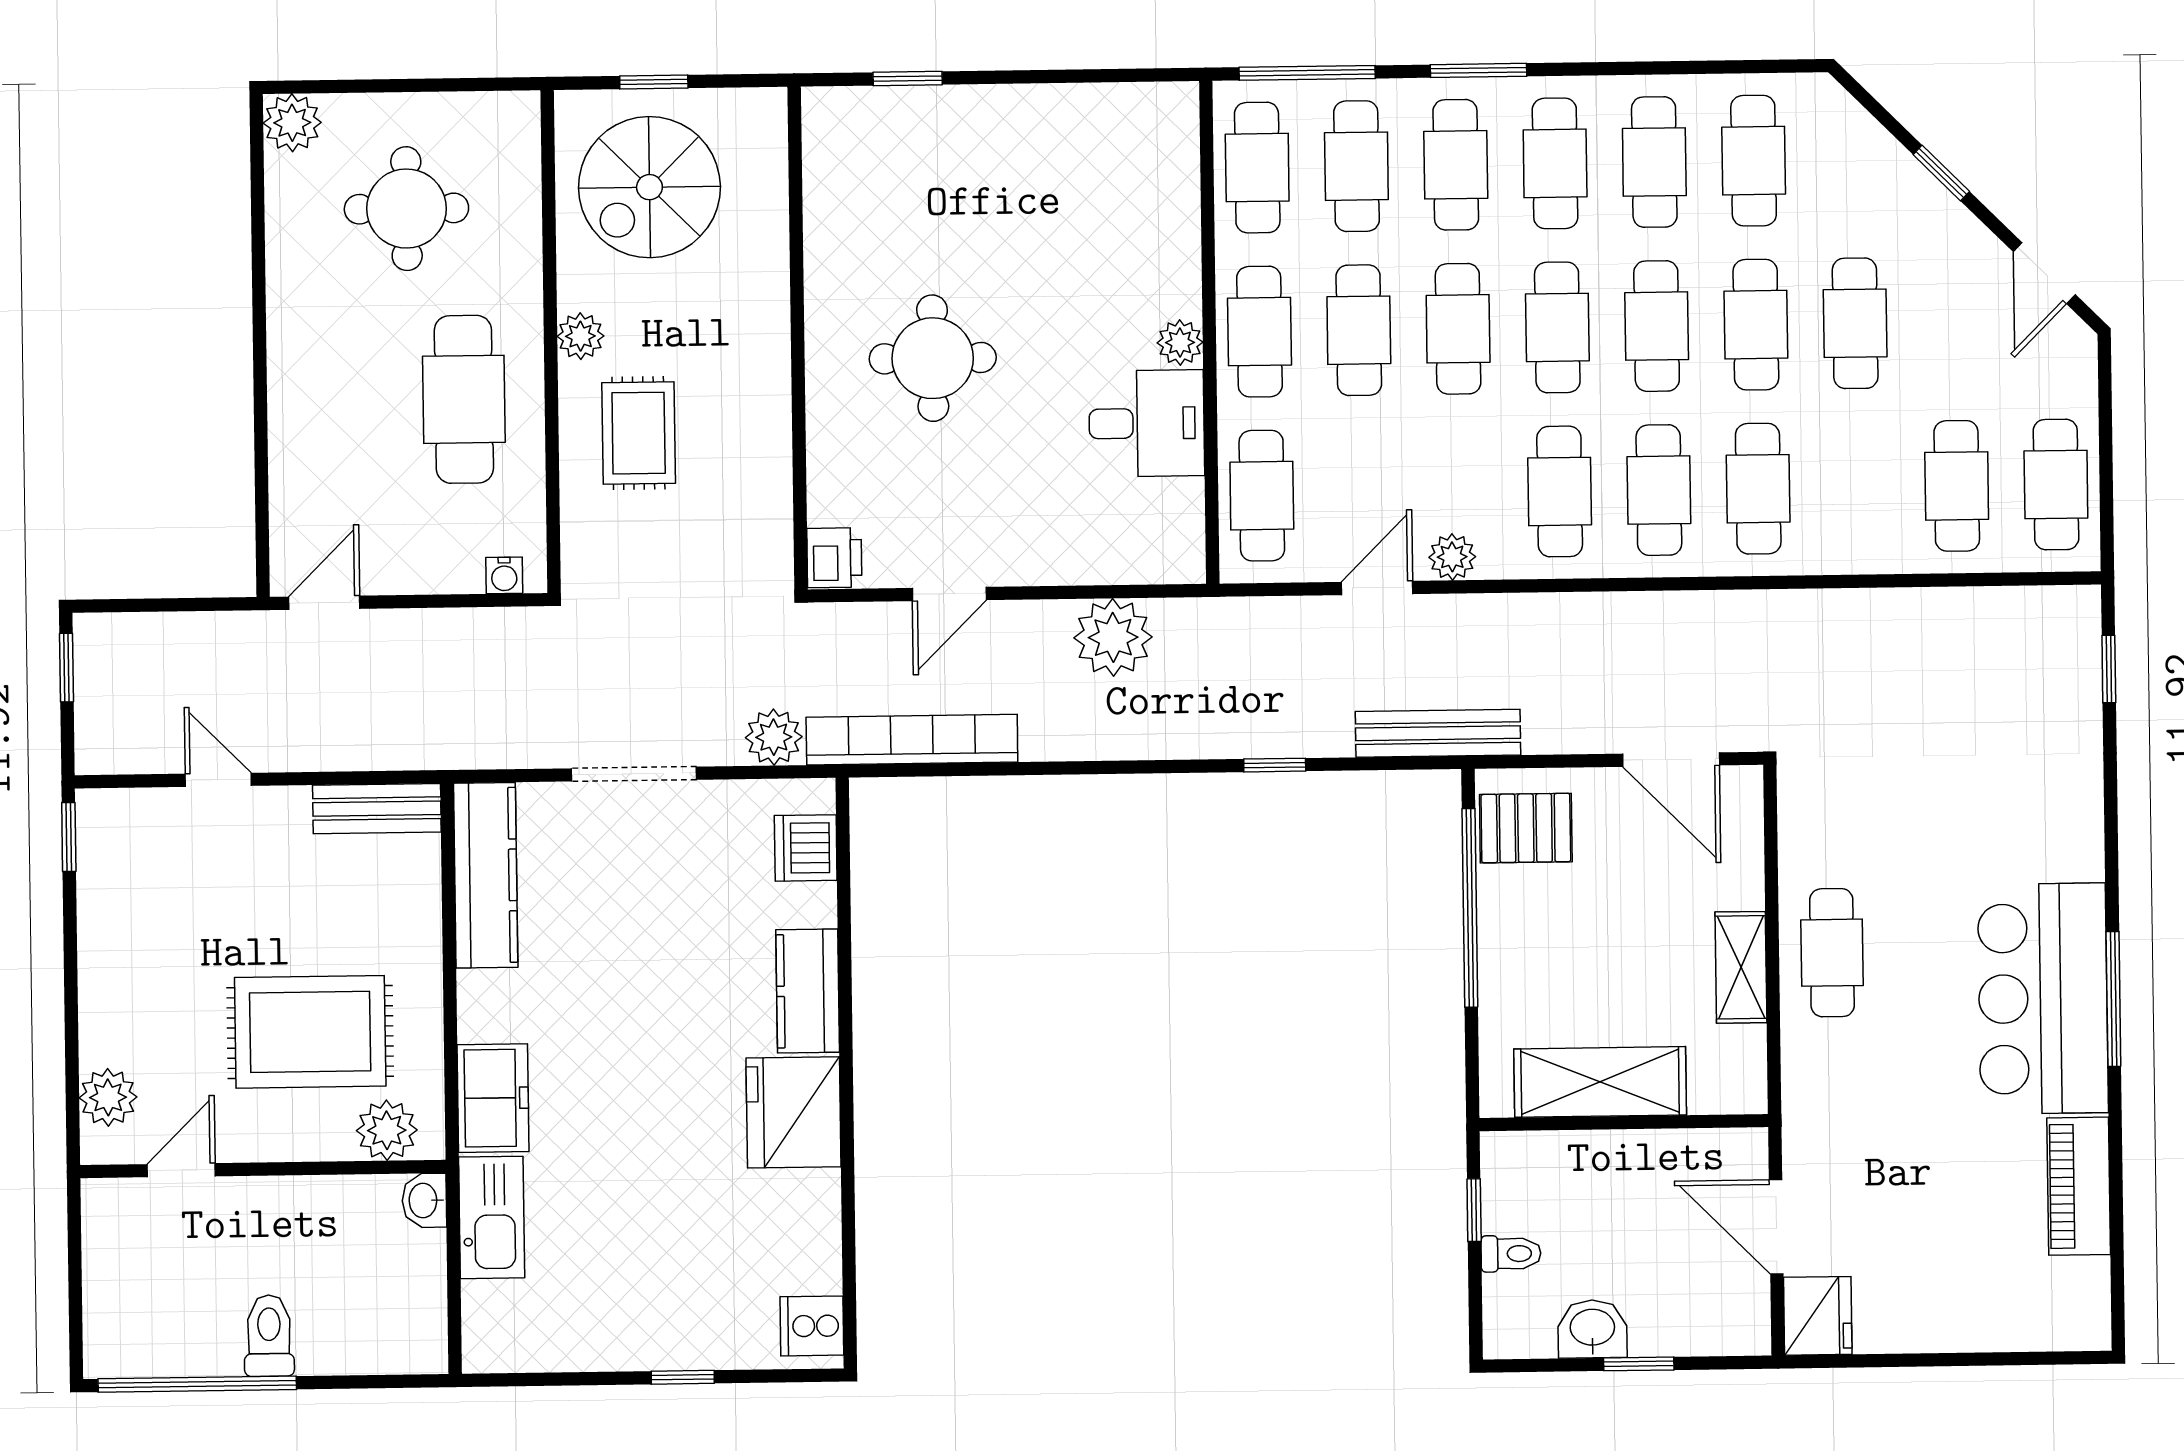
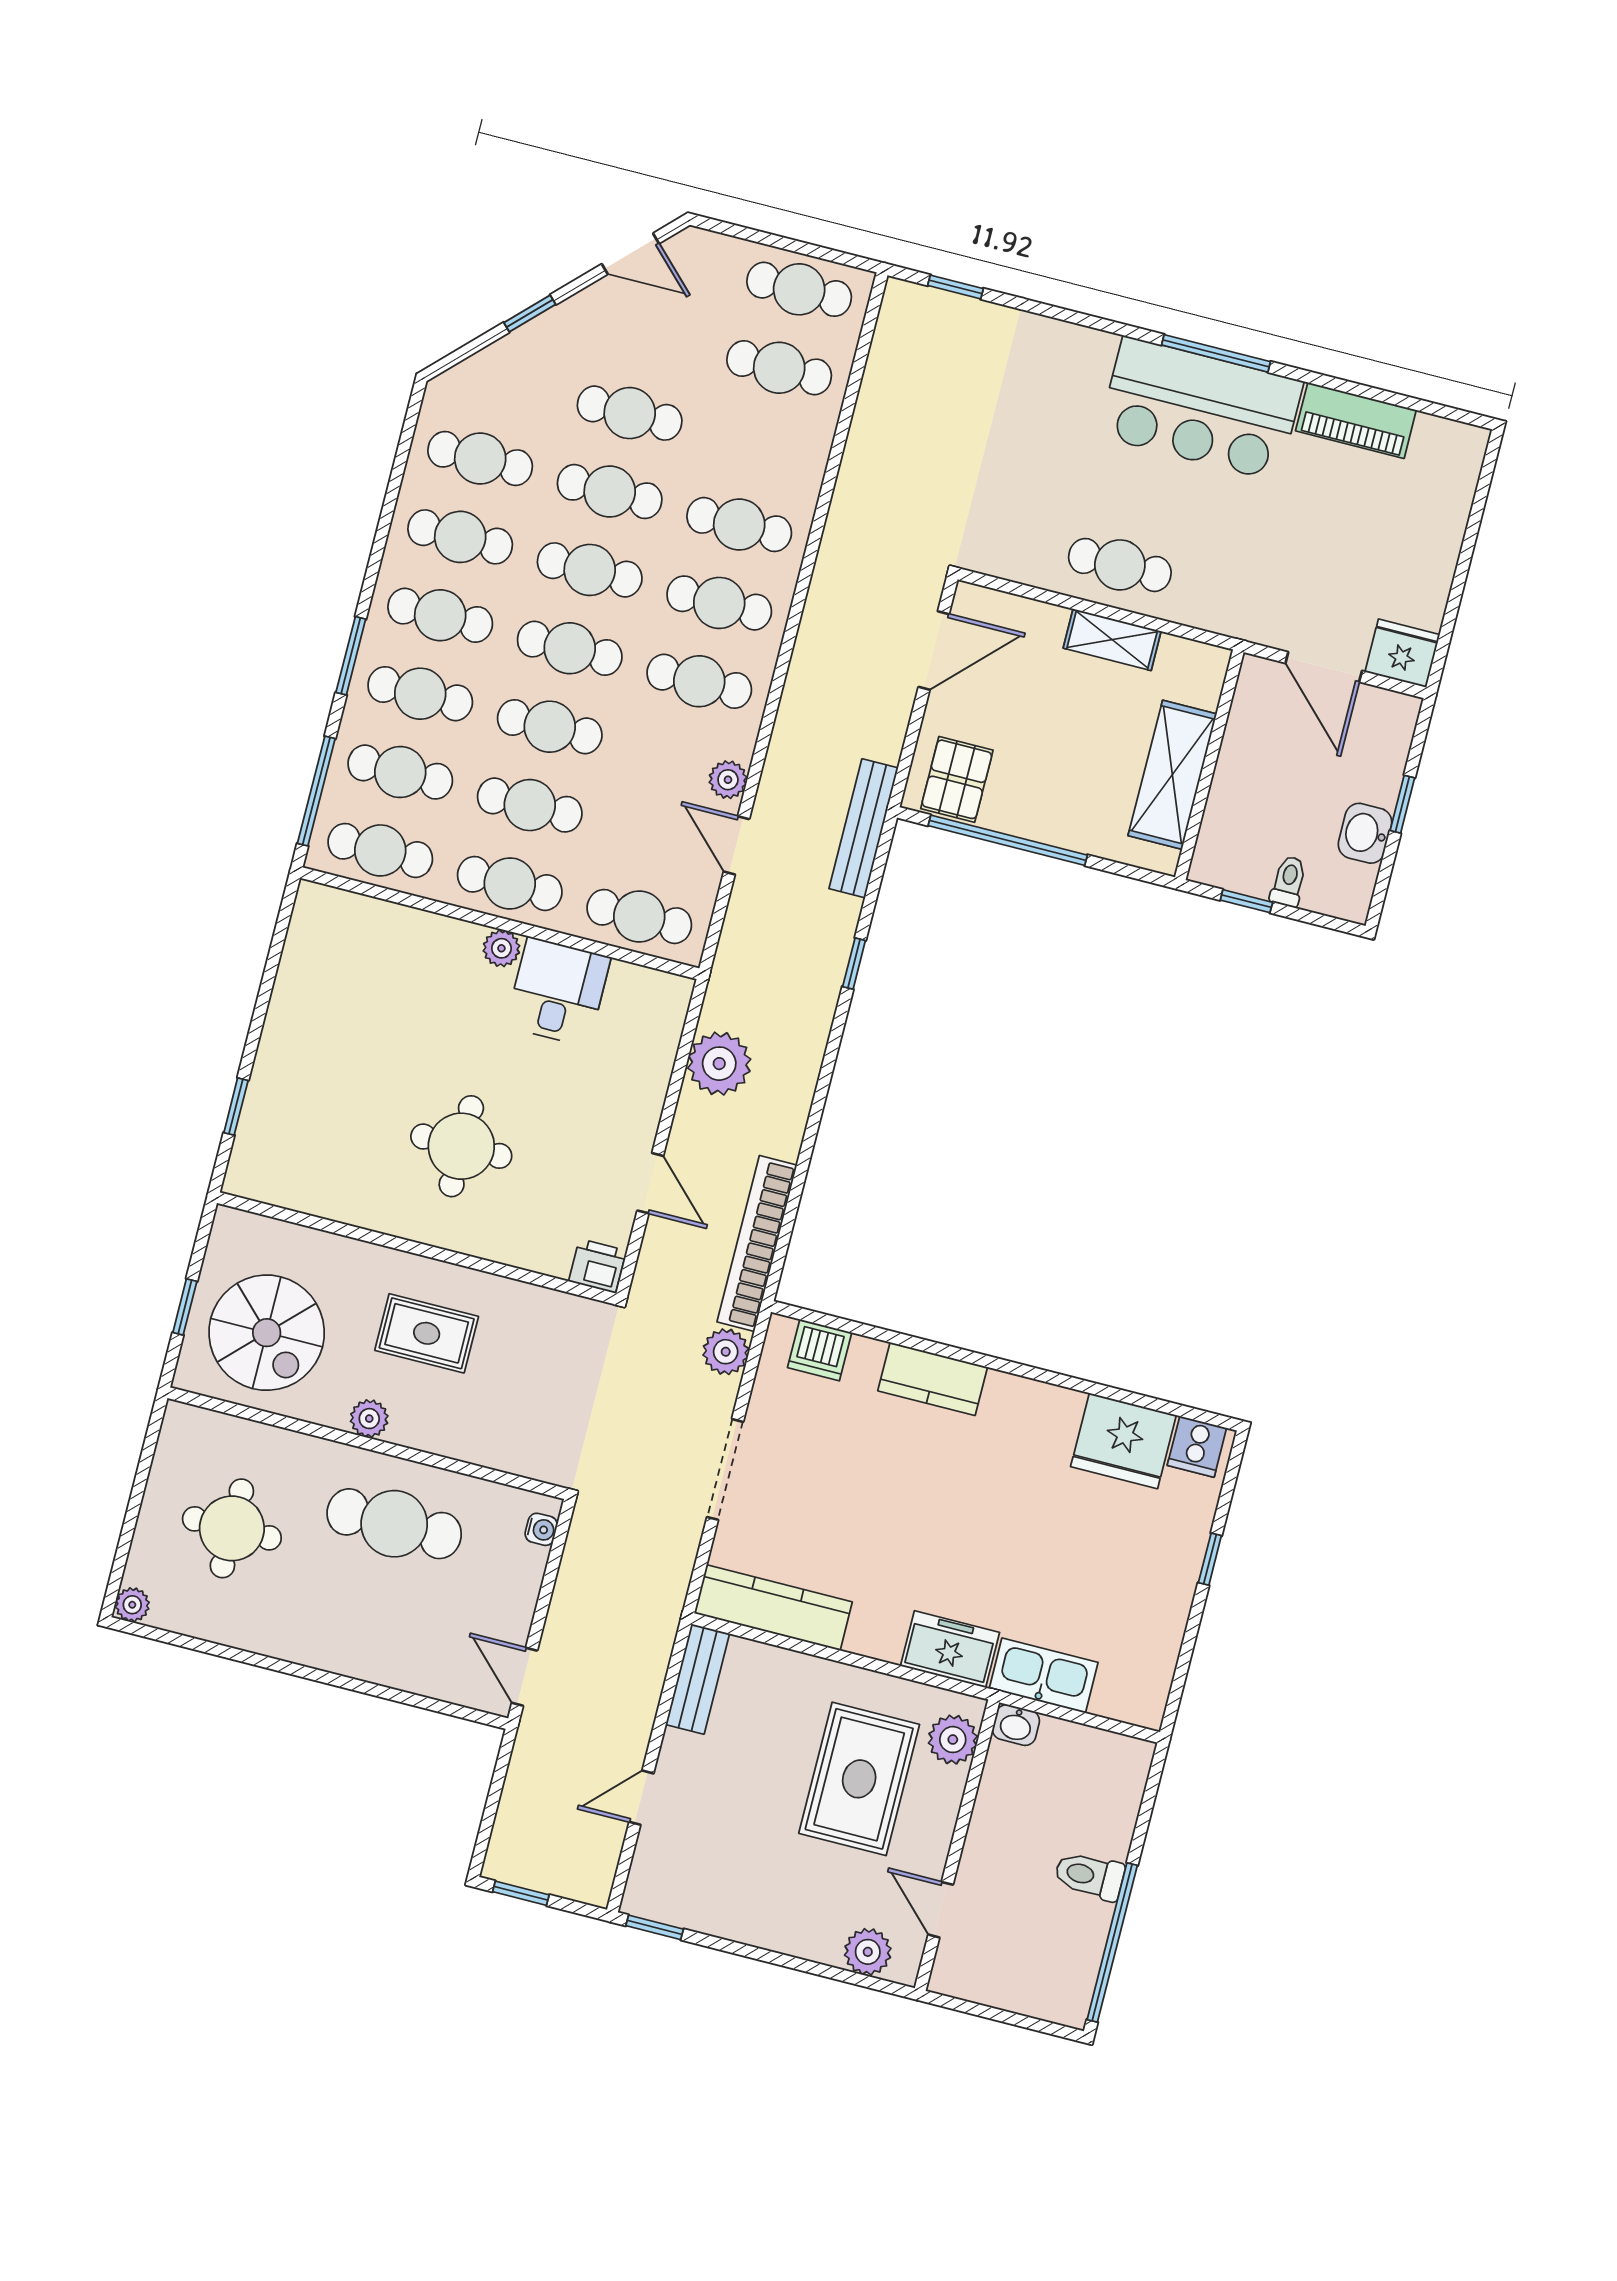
plant: (292, 123) -> (132, 1605), width x0.73, depth x0.73
rug: (639, 433) -> (427, 1333), moved
fridge: (794, 1112) -> (1123, 1441), moved
door: (1776, 1227) -> (1324, 667), hinge flipped

